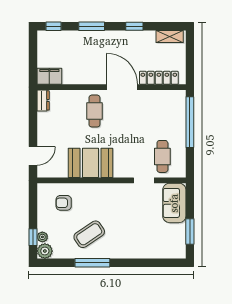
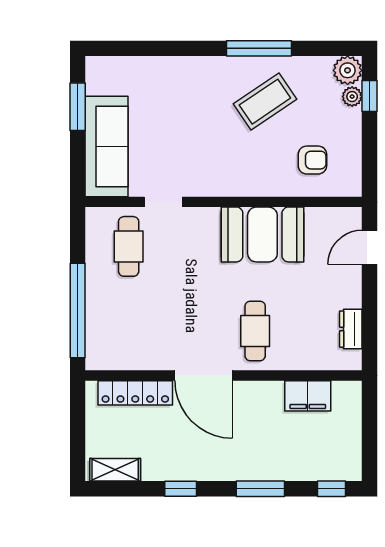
filing cabinet: (49, 76) -> (308, 396), moved
dresser: (43, 100) -> (351, 329), moved
sofa: (174, 203) -> (106, 147), width x1.36

